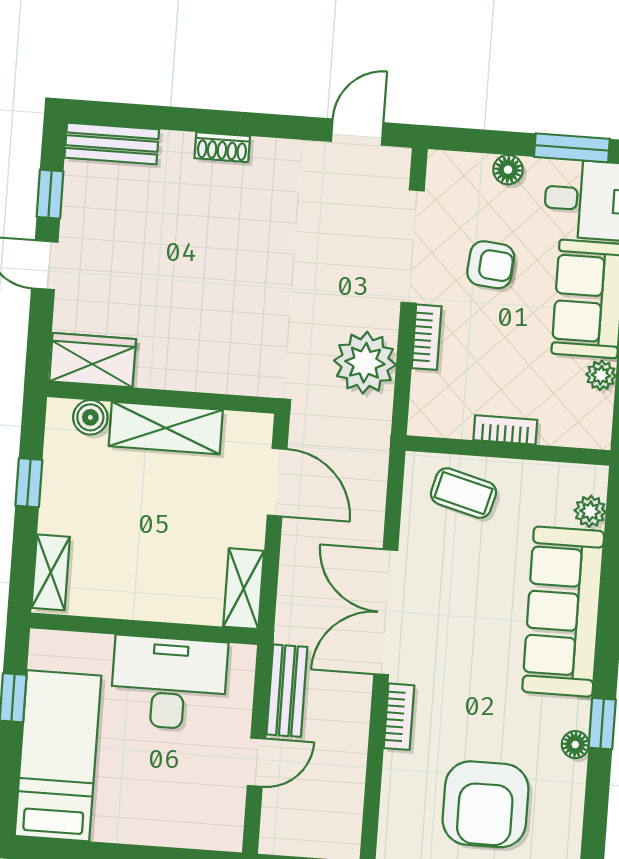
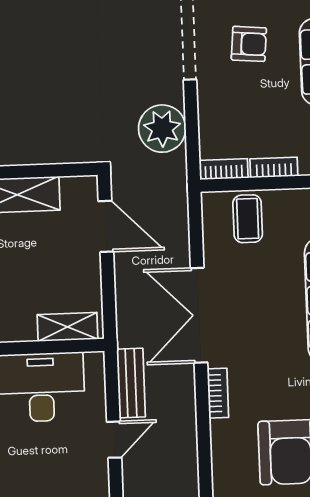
bookcase: (427, 337) -> (224, 169), moved, turned -90
coffee table: (463, 493) -> (248, 219), turned 75
shelving: (244, 589) -> (68, 327), moved, turned 90

